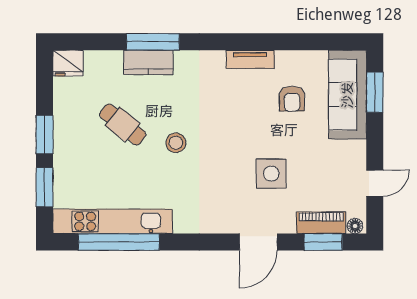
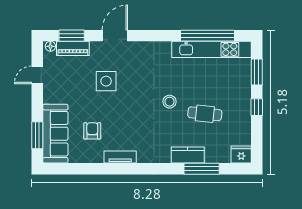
window: (153, 42) -> (202, 169), moved
cafe table: (123, 124) -> (205, 114), turned -33
window: (45, 135) -> (257, 107), width x0.67

